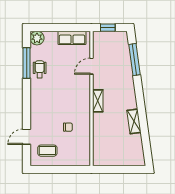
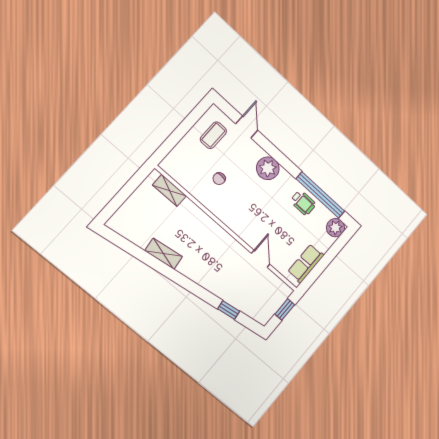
window: (135, 59) -> (229, 310), width x0.46
window: (27, 63) -> (320, 195), width x1.46
shelving: (98, 101) -> (169, 190), moved
plant: (38, 106) -> (268, 168), added

